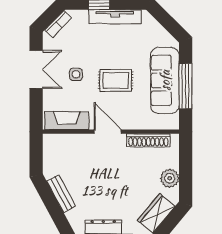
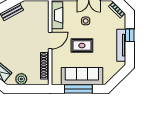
rug: (116, 80) -> (82, 46), turned 90

